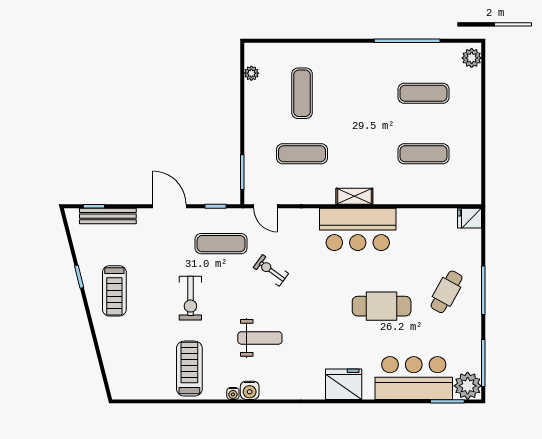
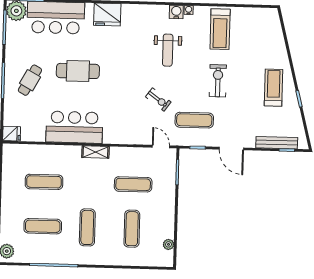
exercise mat: (363, 93) -> (87, 227), added
bar counter: (358, 229) -> (74, 127), moved
weight bench: (260, 338) -> (168, 50), turned -90

